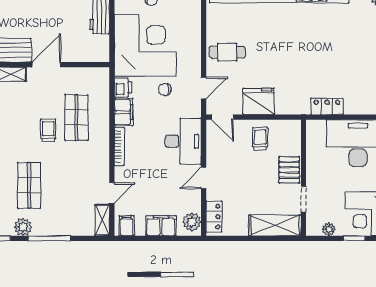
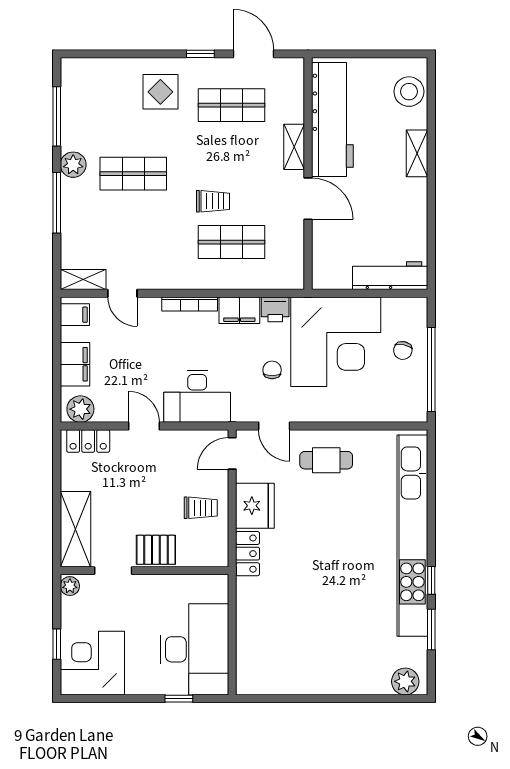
cafe table: (227, 52) -> (326, 460), turned 90
locker: (327, 106) -> (248, 554), moved
plant: (329, 229) -> (70, 586), moved

